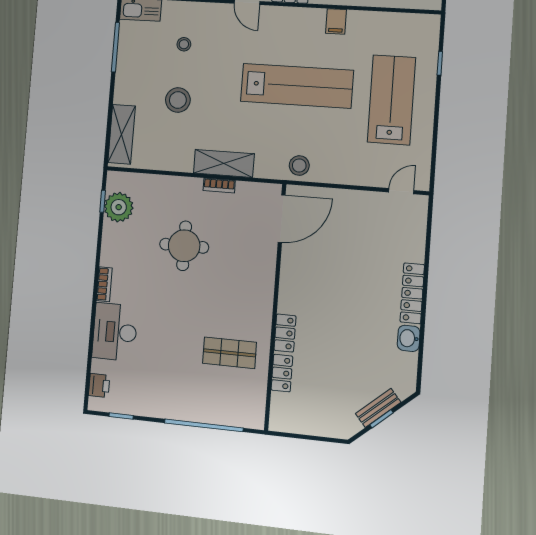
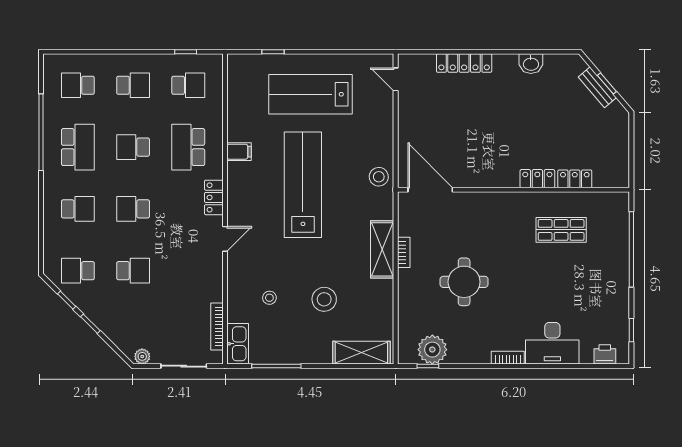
locker: (412, 293) -> (464, 63), moved
shop shelf: (229, 353) -> (561, 230), turned 90

